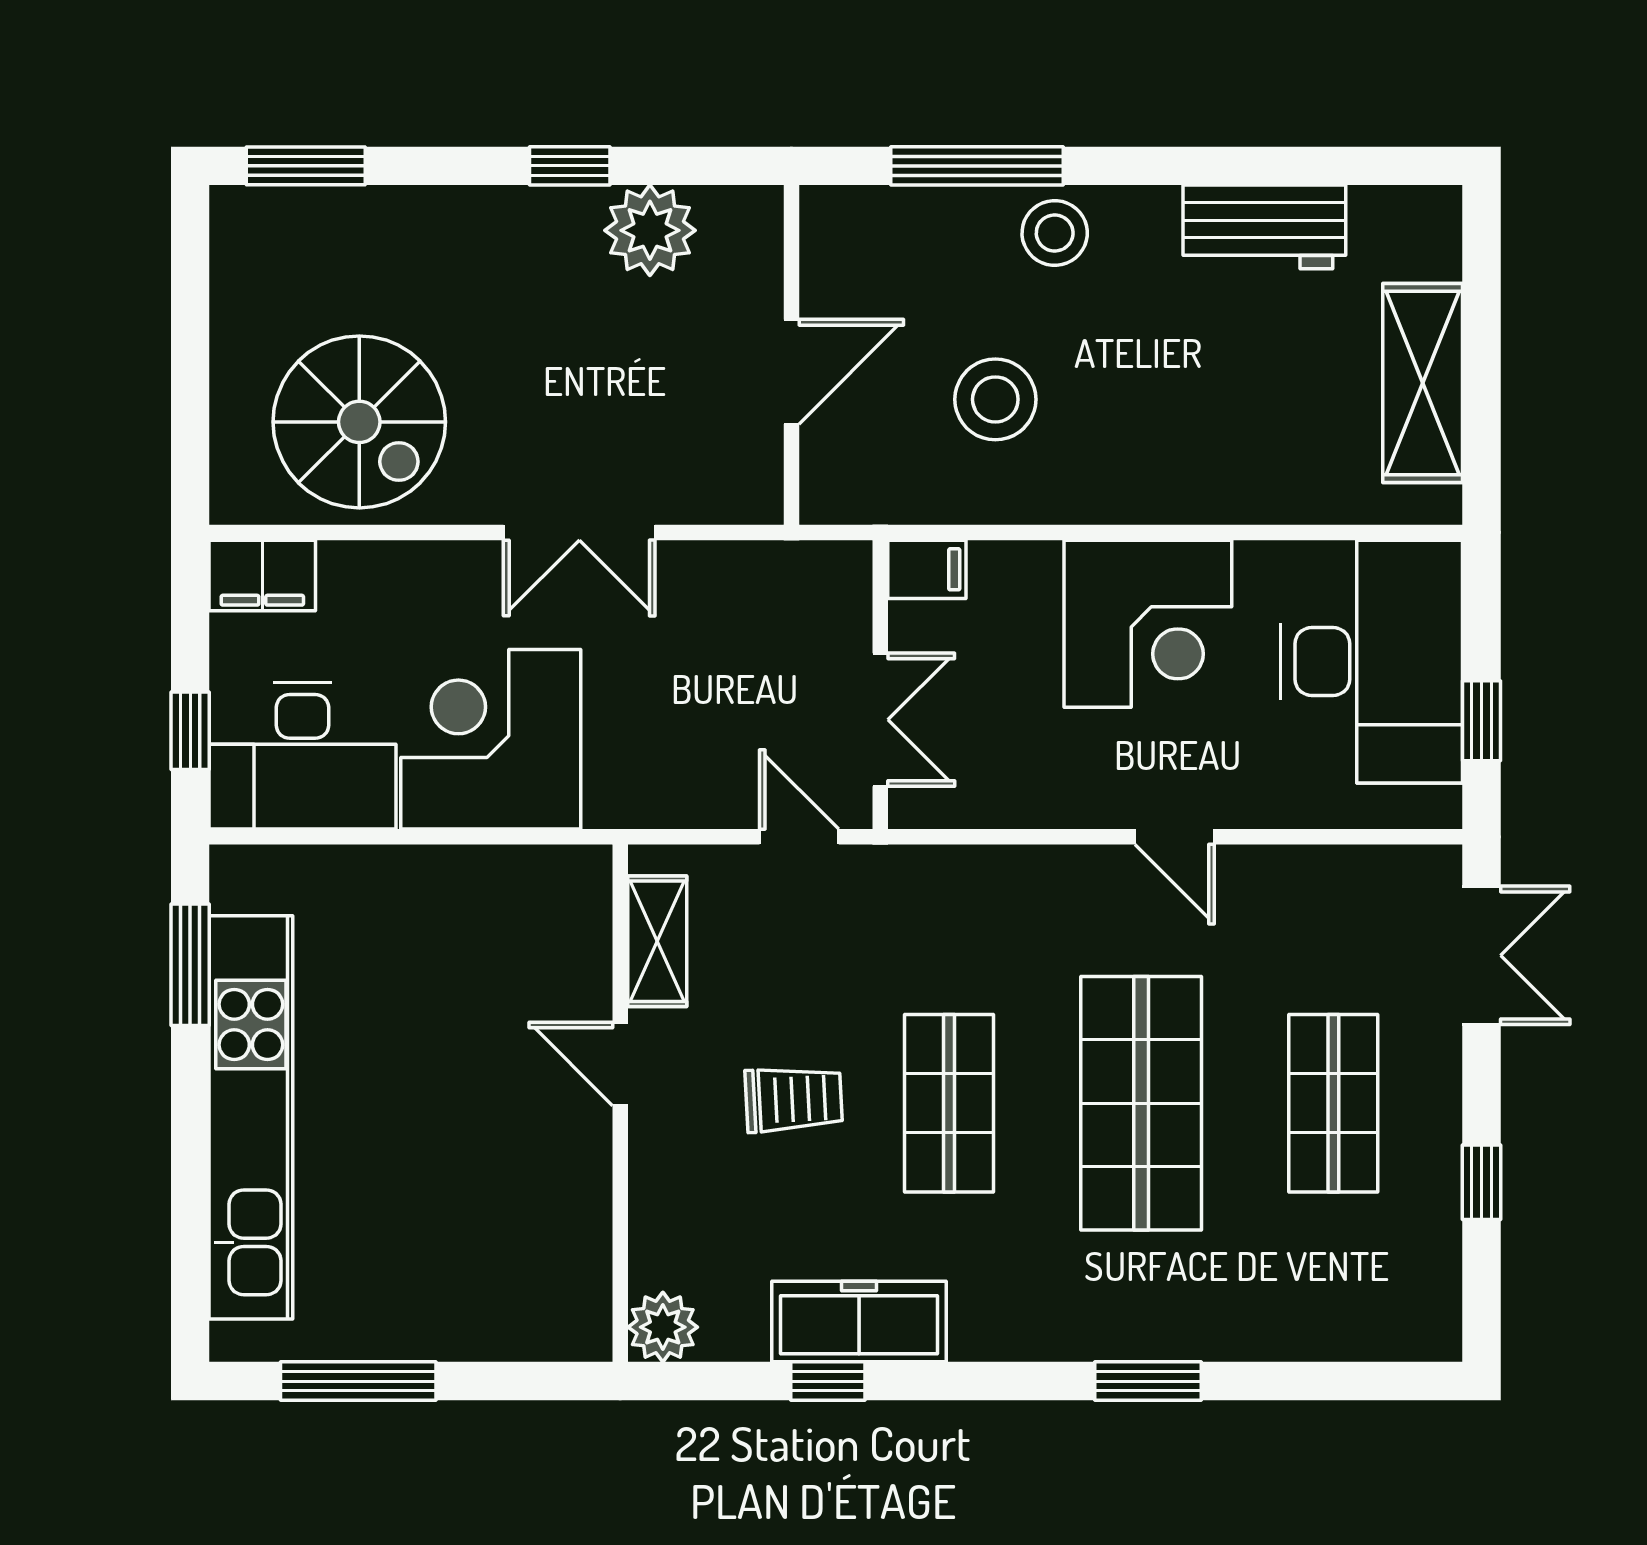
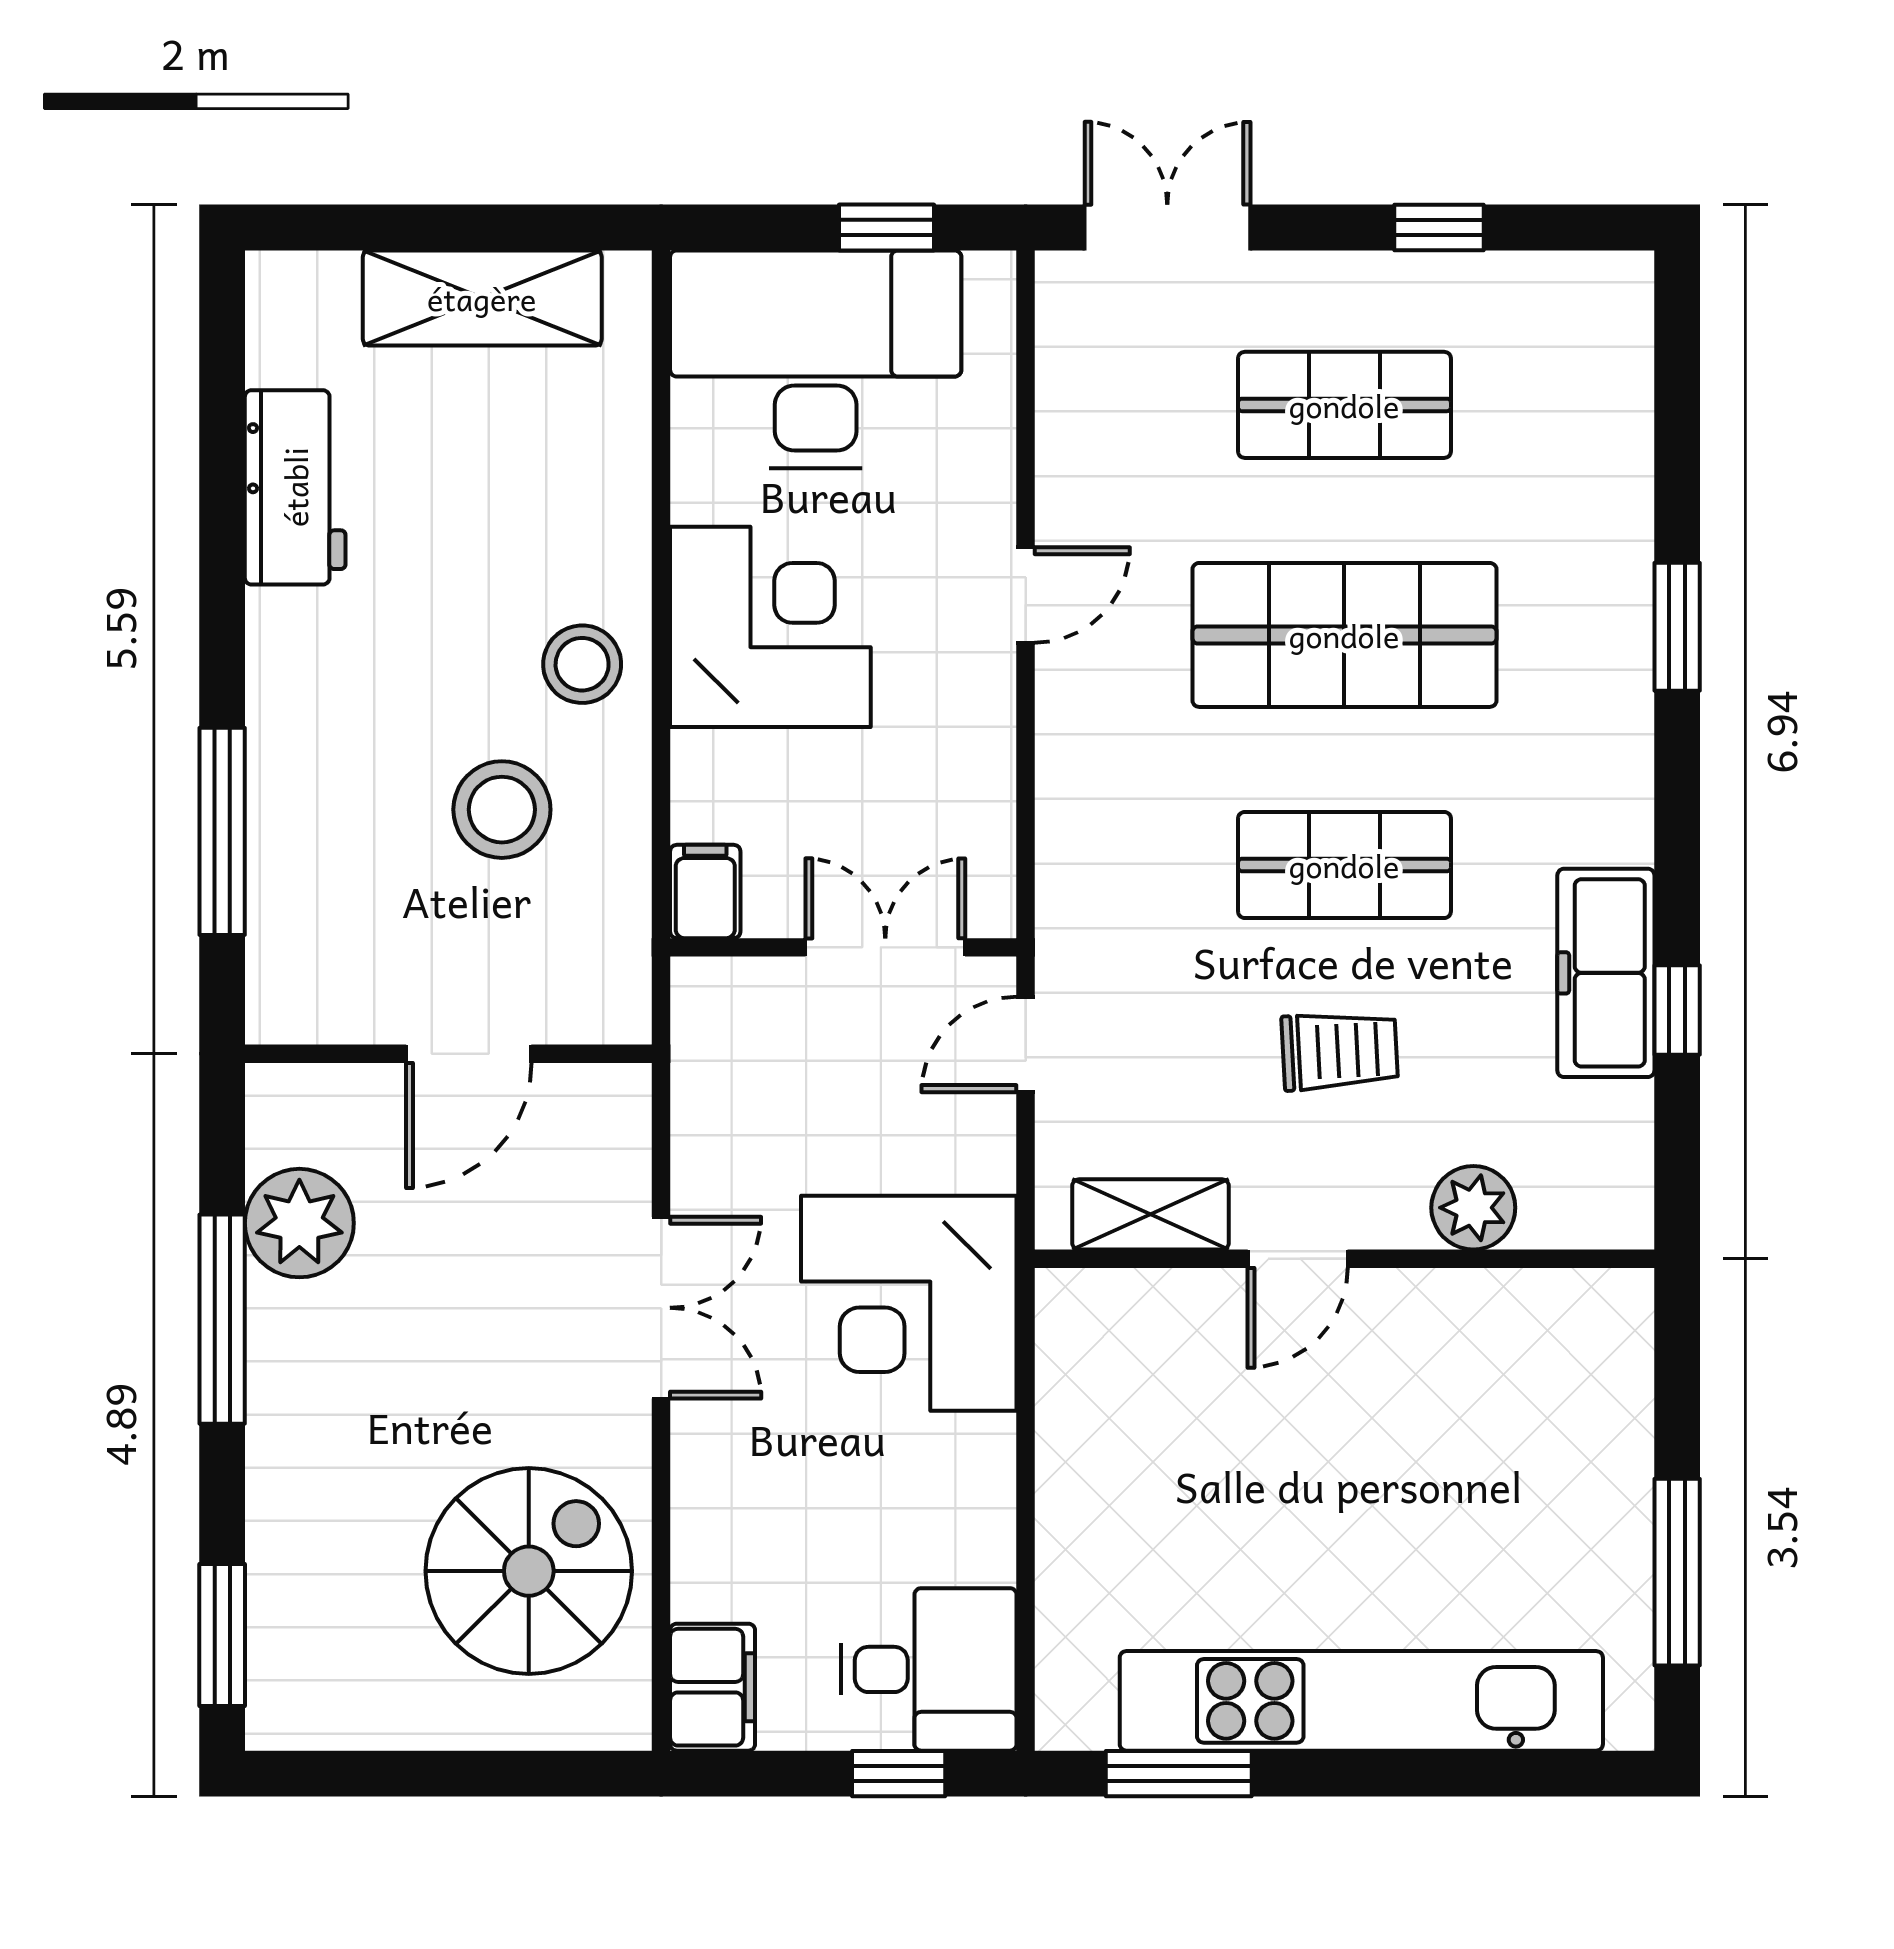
window: (570, 166) -> (222, 1319), width x2.17
stool: (1055, 233) -> (582, 664), moved
door: (791, 372) -> (469, 1054), swing flipped
corner desk: (491, 739) -> (909, 1303), moved
desk: (302, 756) -> (929, 1669), width x0.73
trolley: (794, 1099) -> (1340, 1051), turned 90
plant: (663, 1327) -> (1473, 1208), moved

